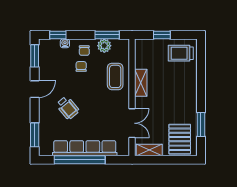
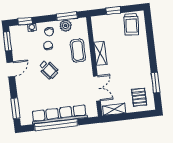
trolley: (181, 53) -> (131, 24), turned -86
wheelchair: (68, 108) -> (49, 70), moved
pallet: (180, 139) -> (139, 97), width x0.67, depth x0.71

